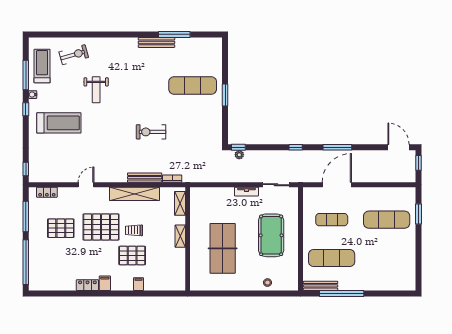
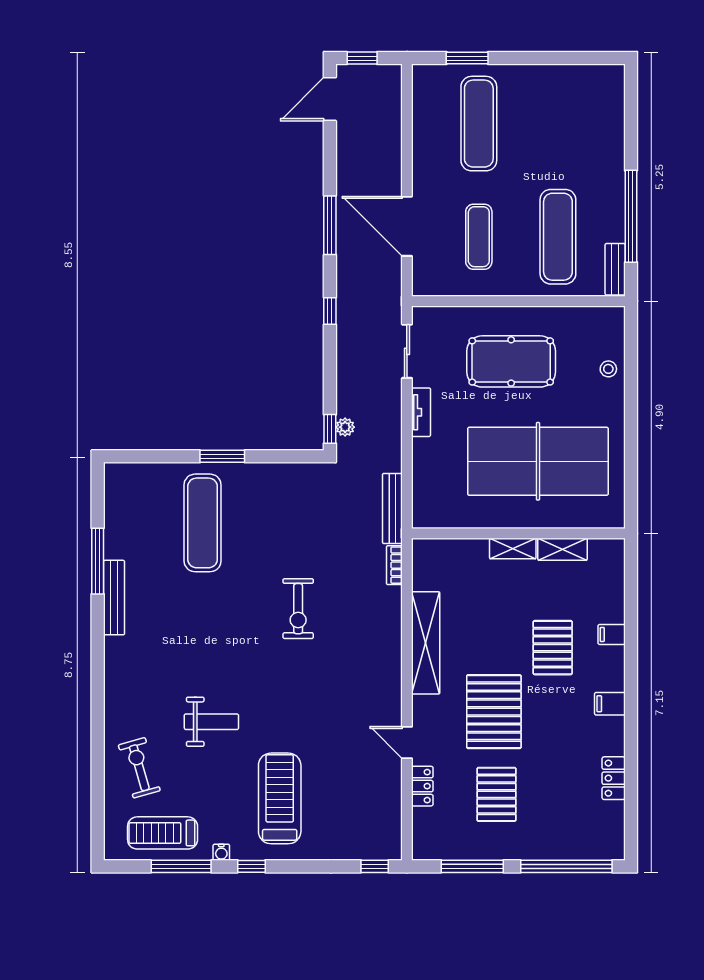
bench: (145, 178) -> (392, 508), moved
locker: (47, 192) -> (422, 786), moved
shelving: (180, 203) -> (562, 549), moved
trolley: (134, 230) -> (501, 644), removed
table tennis table: (223, 248) -> (538, 461), width x1.36, depth x1.32
locker: (87, 285) -> (614, 778), moved
bench: (320, 286) -> (615, 269), width x0.73

